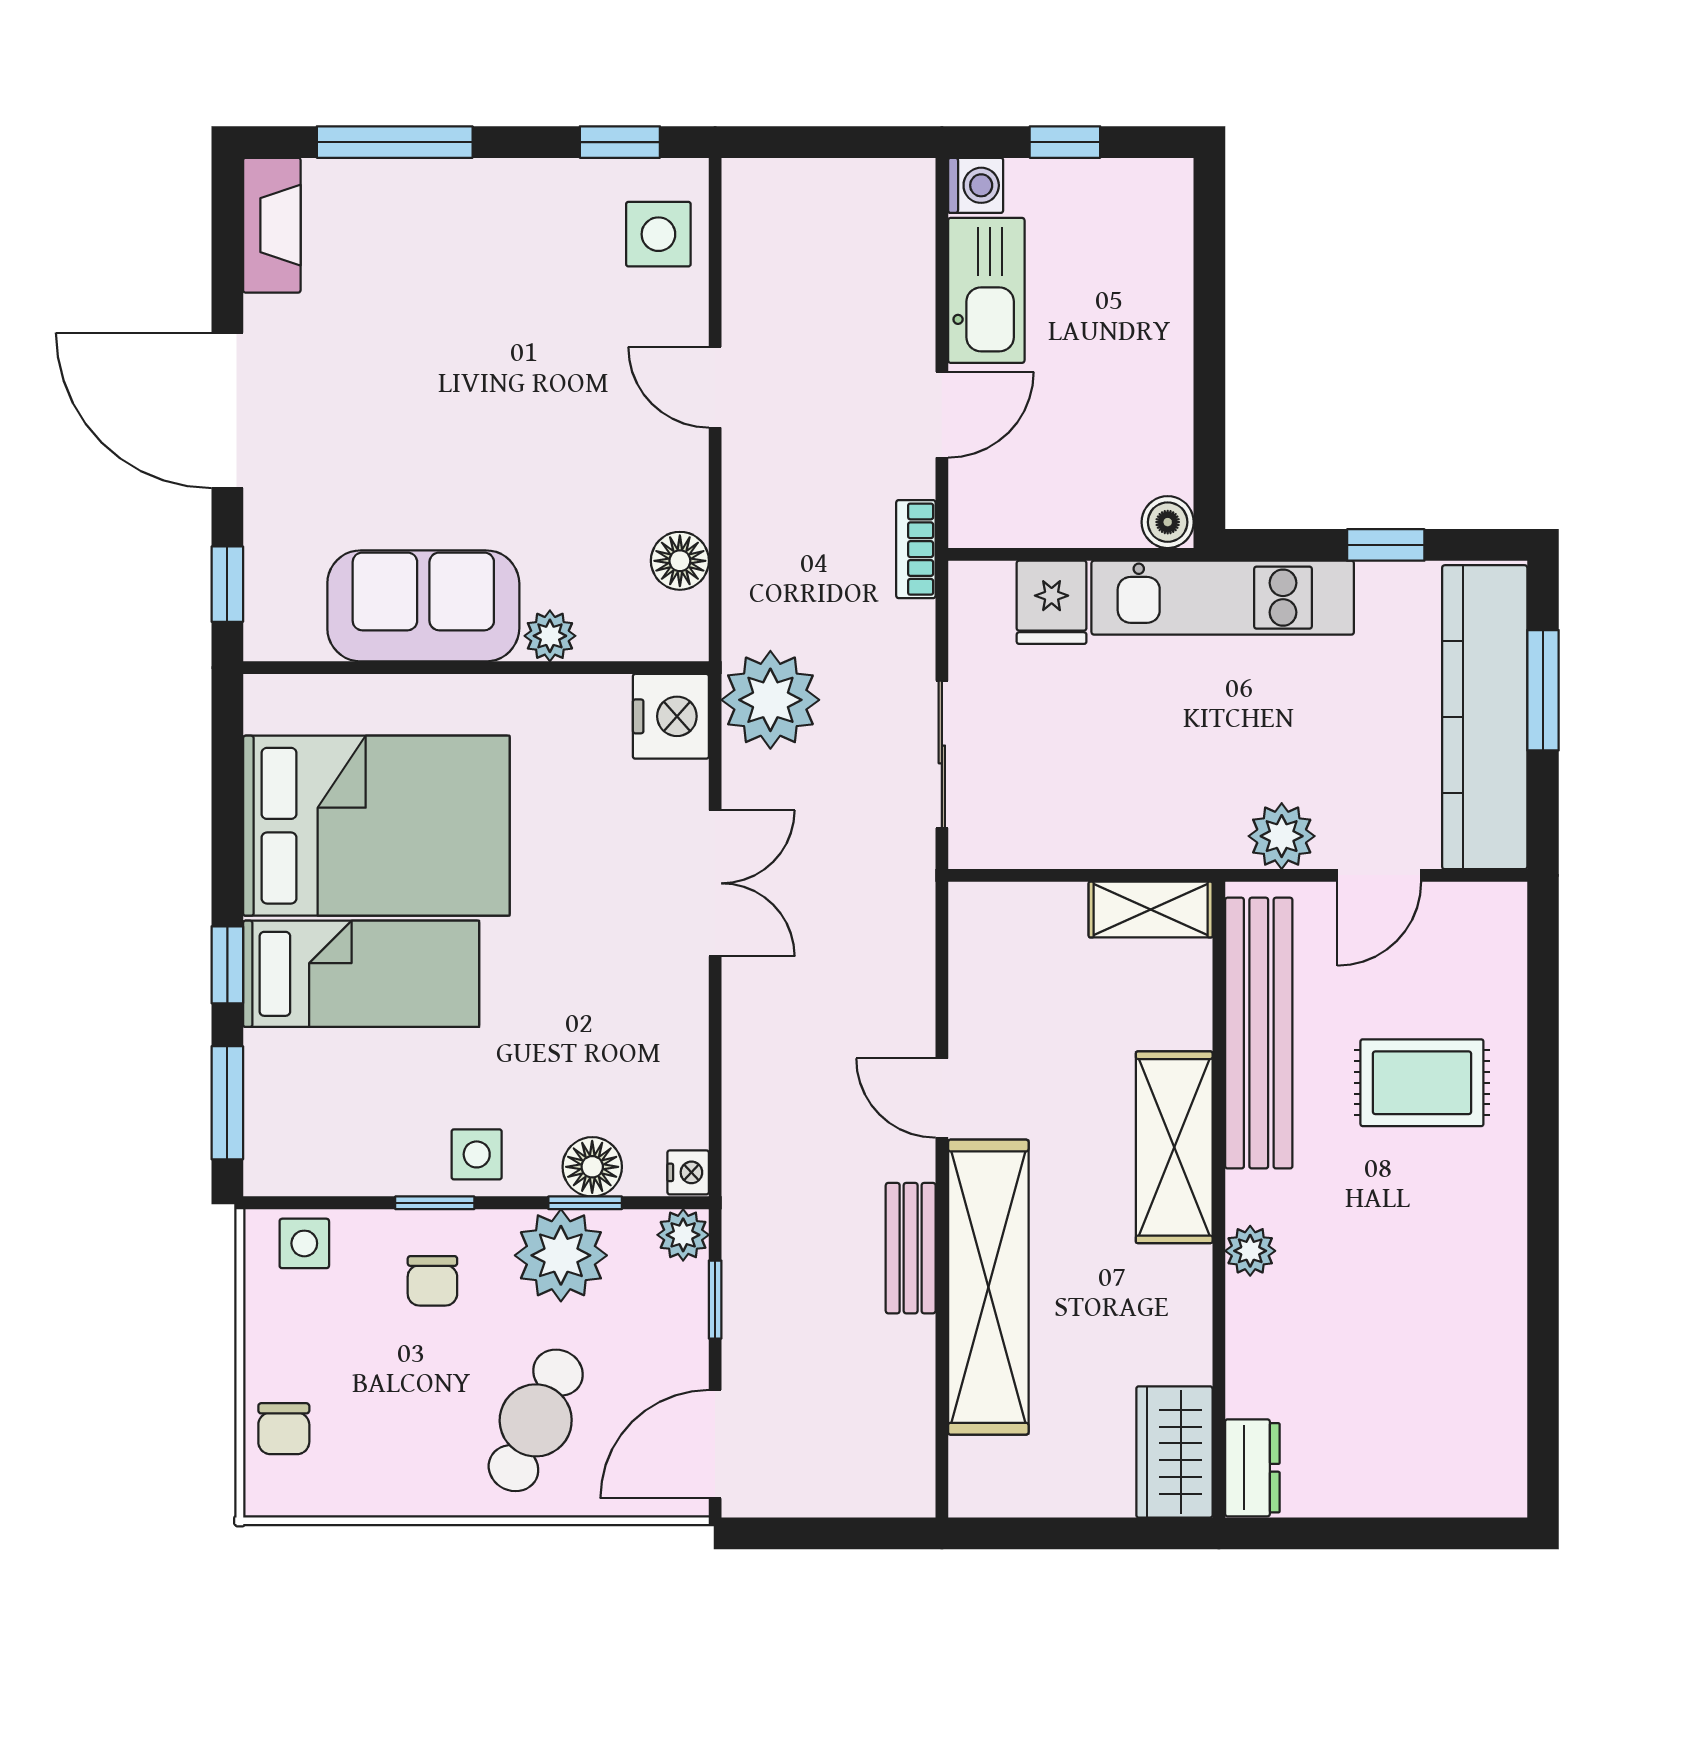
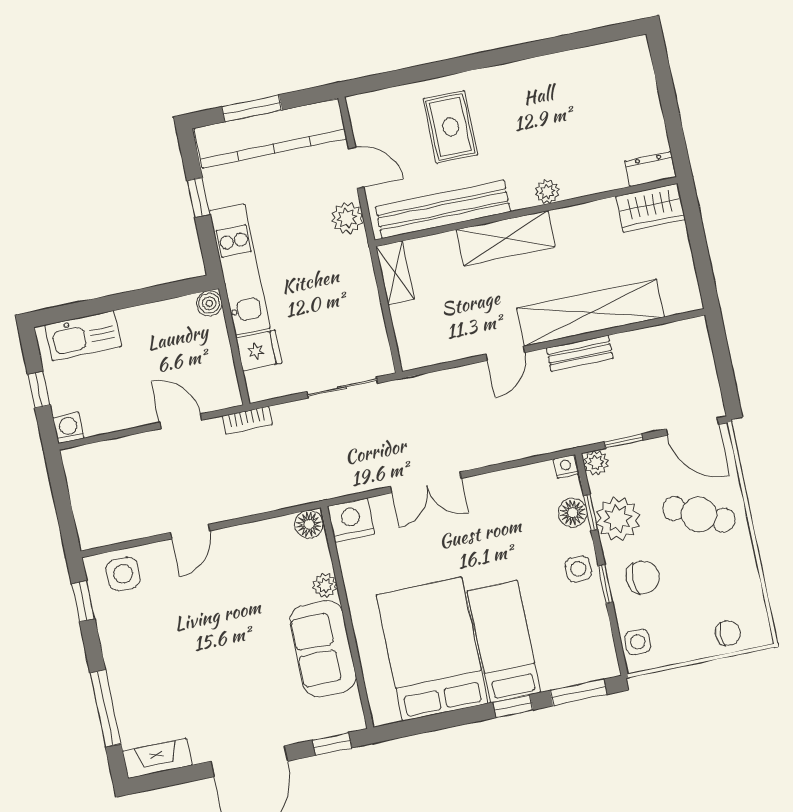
kitchen sink: (986, 290) -> (83, 336), moved, turned 180
floor lamp: (680, 561) -> (309, 524), moved
plant: (770, 700) -> (333, 474), removed
double door: (715, 883) -> (426, 482), swing flipped
chair: (432, 1281) -> (643, 577), width x1.37, depth x1.37

